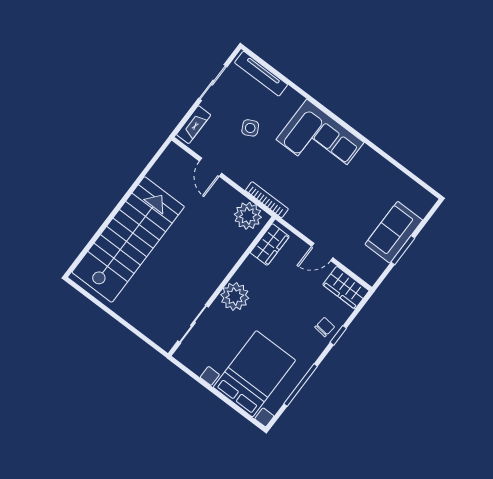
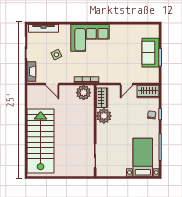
plant: (235, 296) -> (104, 116), moved
bed with nightstands: (254, 374) -> (143, 157), width x0.73

